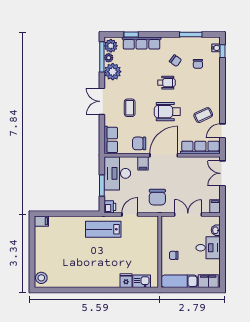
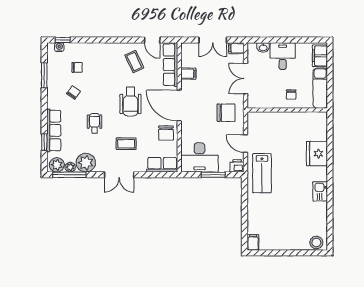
wheelchair: (166, 83) -> (94, 123), moved
filing cabinet: (143, 163) -> (188, 74), moved
double door: (222, 173) -> (213, 40), moved
fridge: (126, 281) -> (317, 154), width x1.88, depth x1.34
kitchen sink: (142, 281) -> (320, 191), moved

